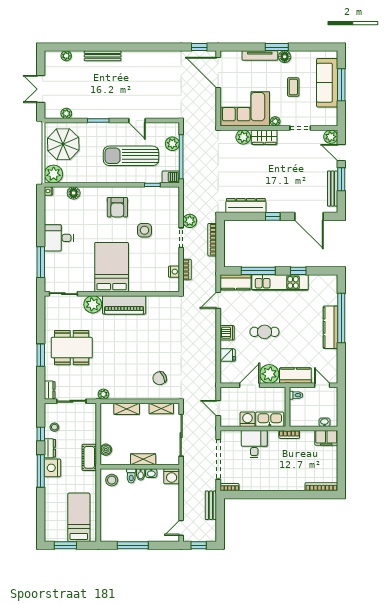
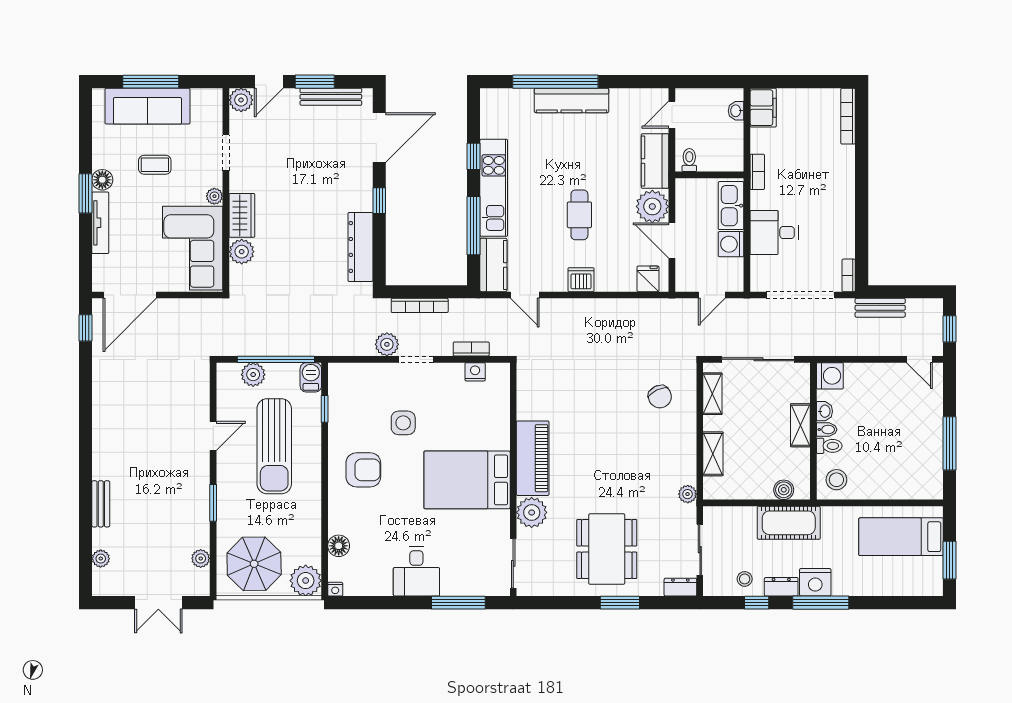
bench: (103, 56) -> (101, 504), width x0.73
fridge: (228, 355) -> (648, 279), moved
cot: (89, 457) -> (789, 523), width x1.37, depth x1.34

